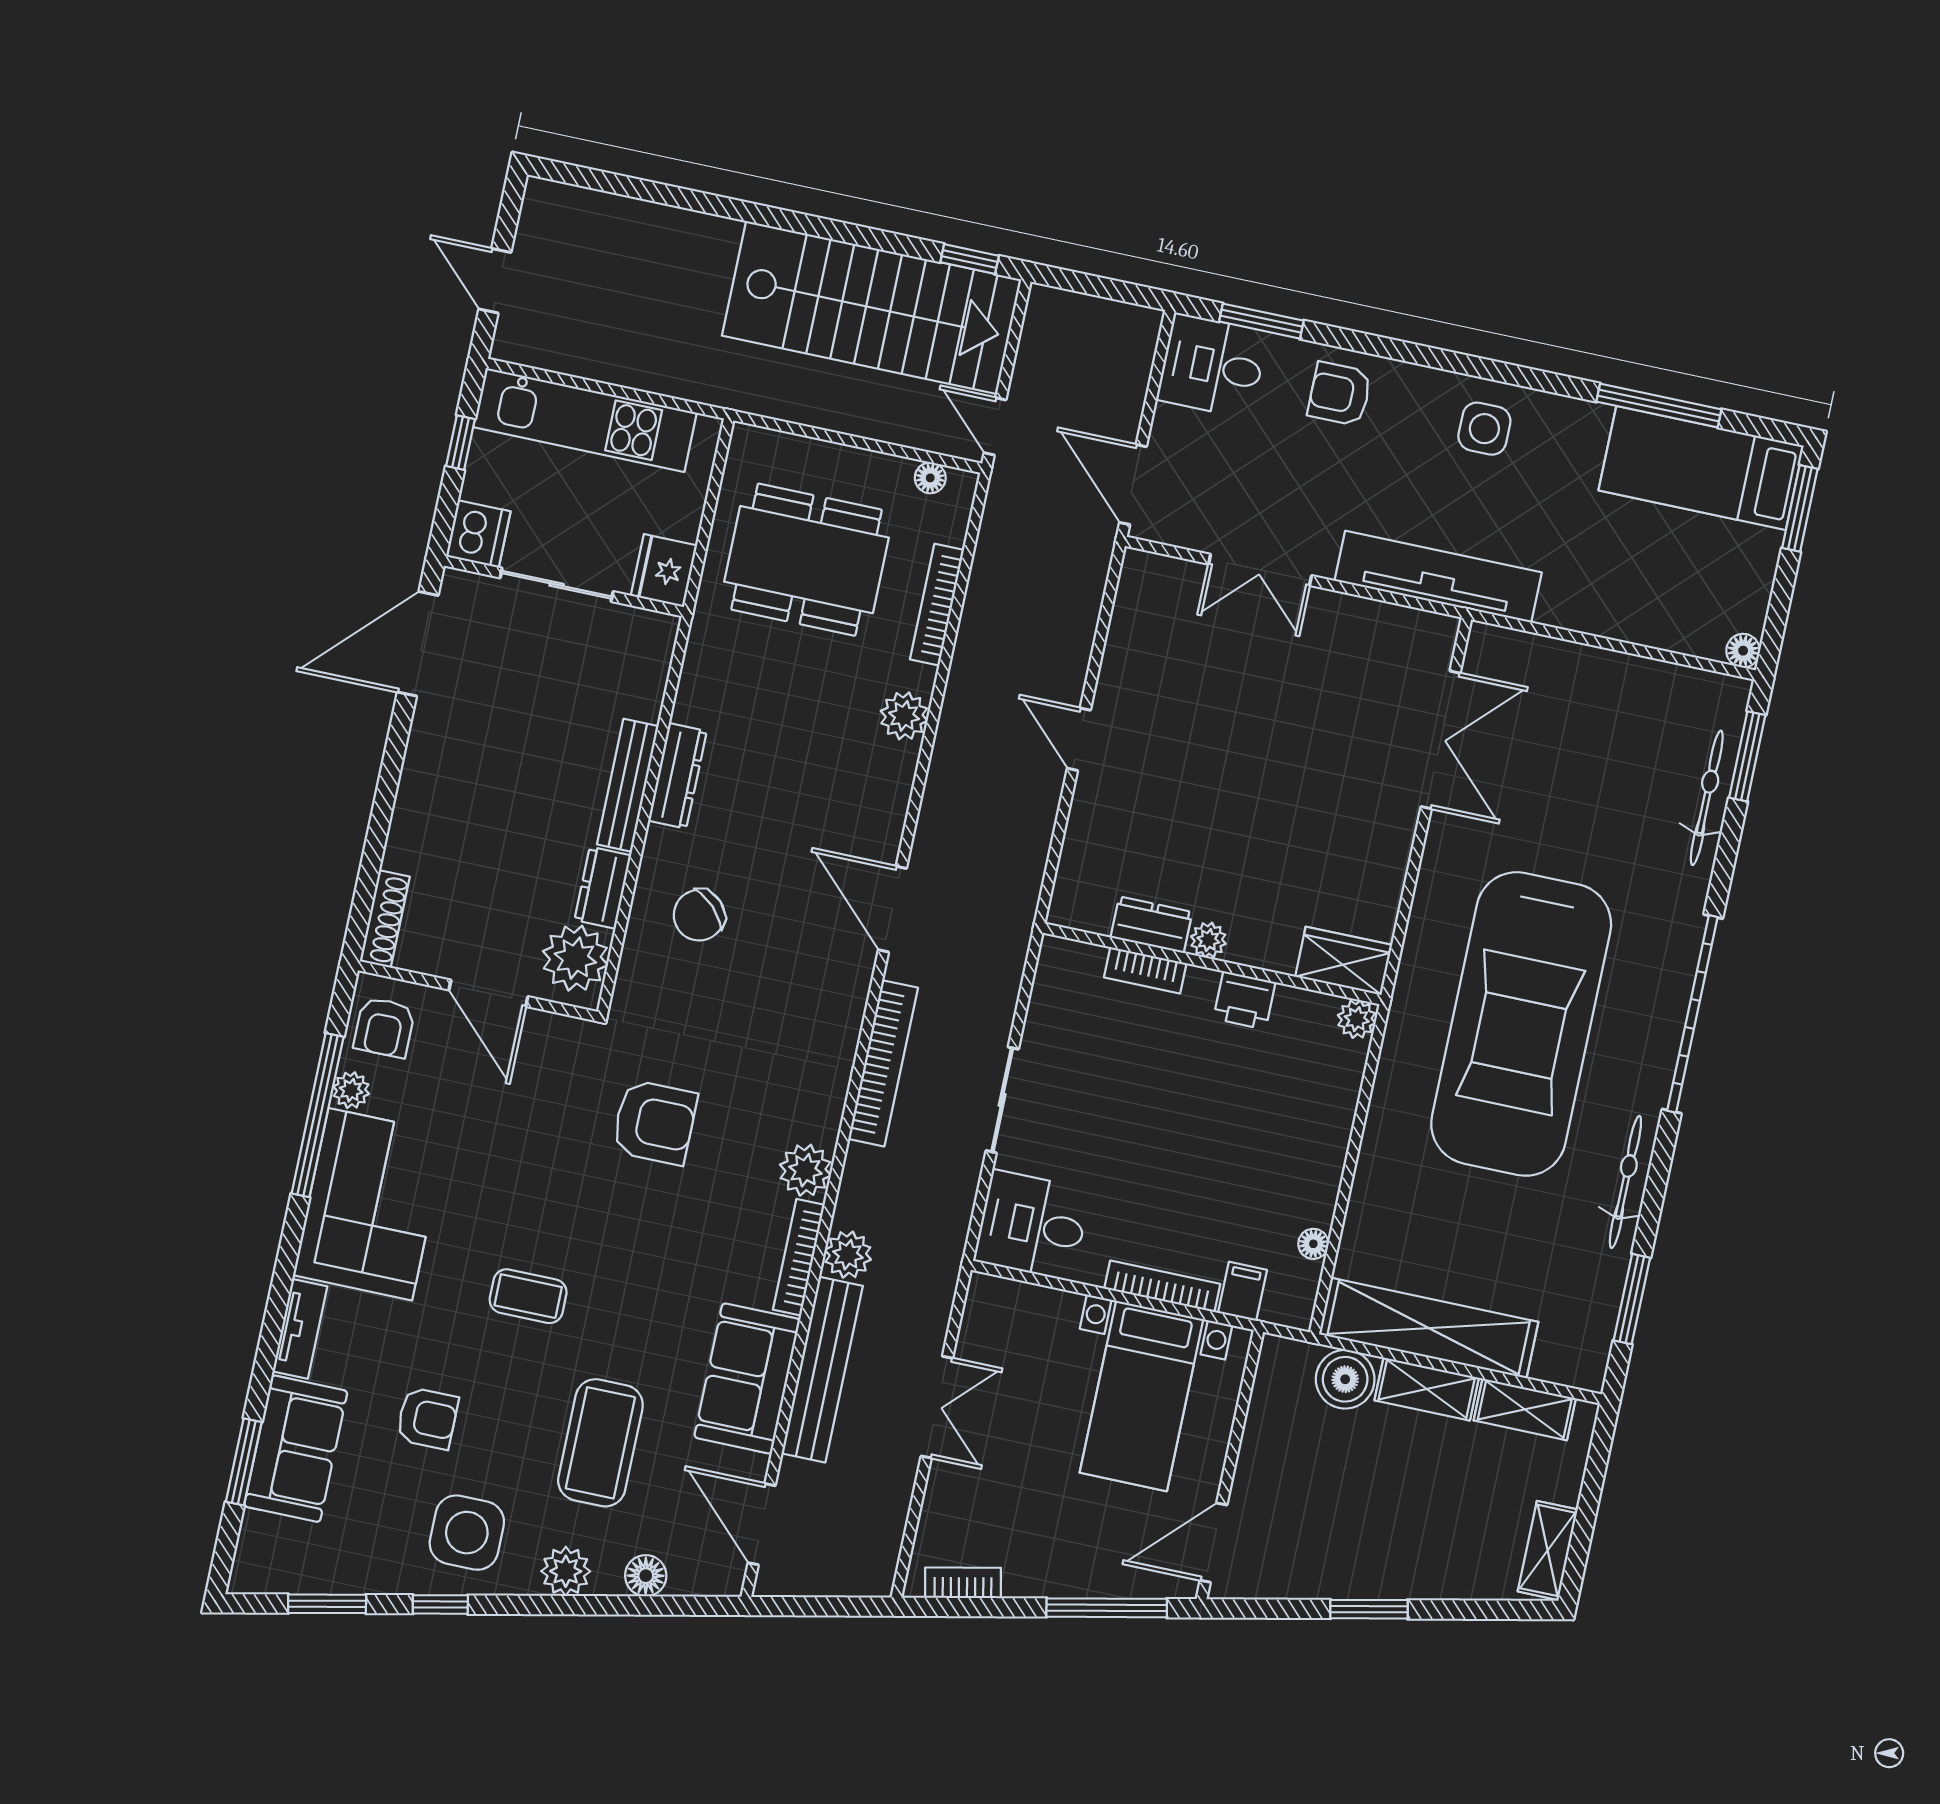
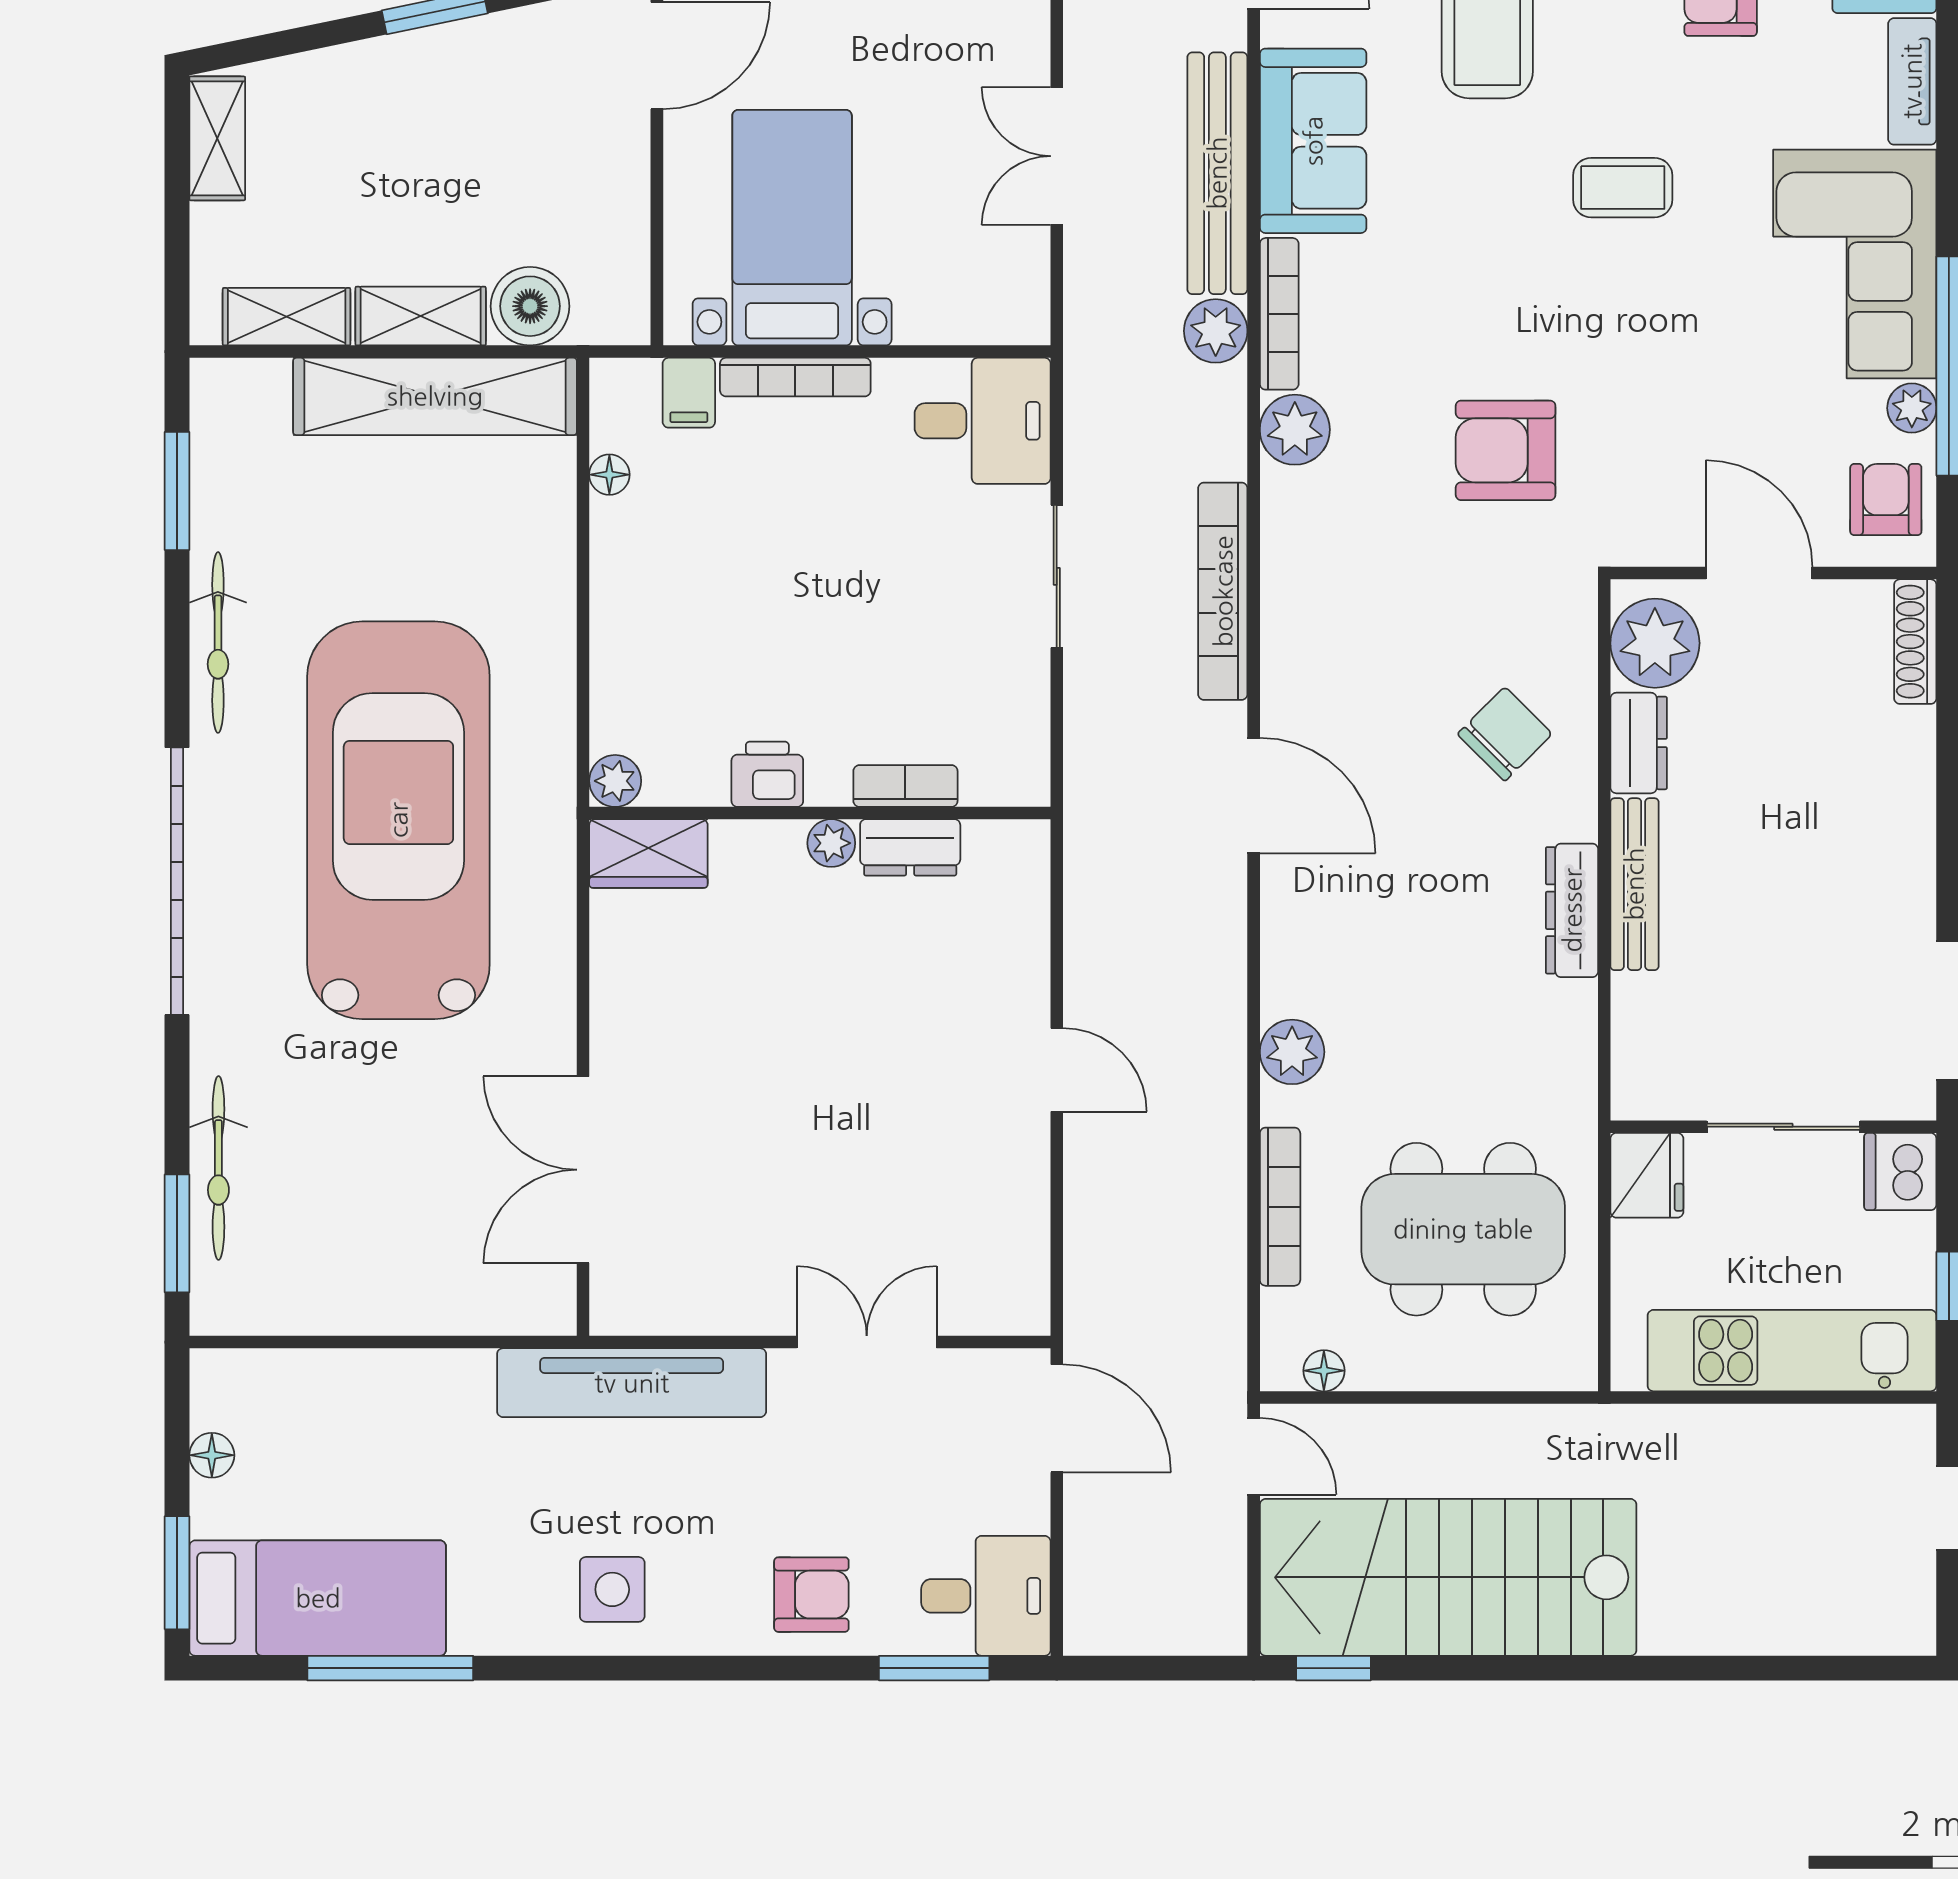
floor lamp: (1743, 651) -> (212, 1455), moved

